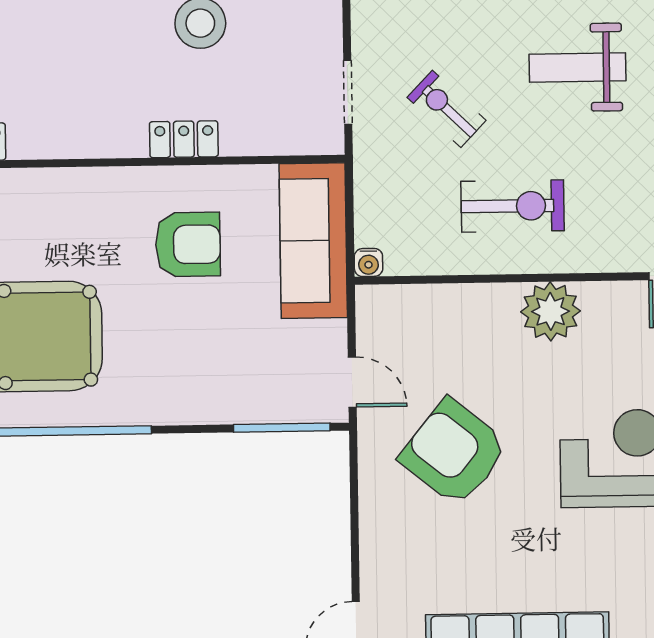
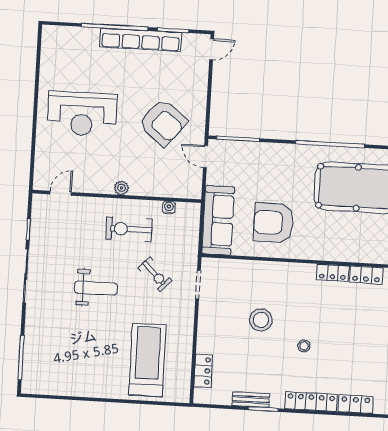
locker: (184, 139) -> (333, 273), moved
armchair: (188, 244) -> (274, 223), width x1.36, depth x1.36
water cooler: (368, 262) -> (169, 207), moved
plant: (550, 311) -> (121, 188), width x0.53, depth x0.53

